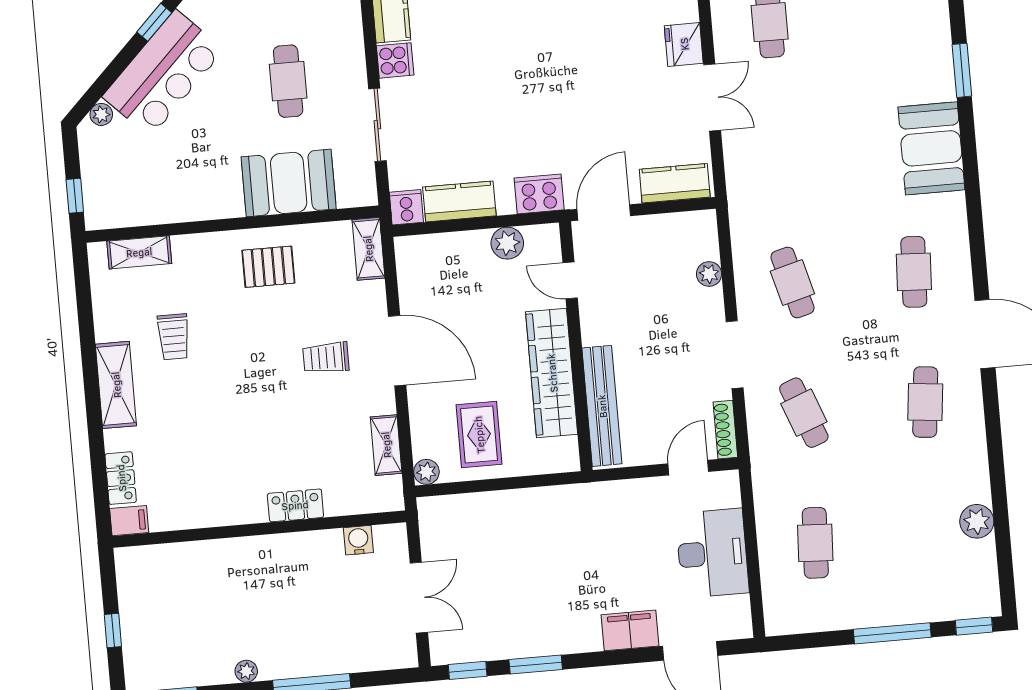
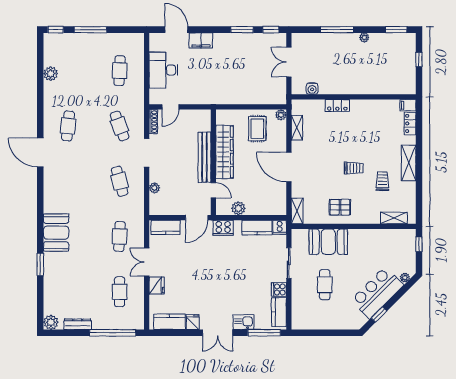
cafe table: (914, 272) -> (120, 236), moved
trolley: (326, 358) -> (354, 168), moved
bench: (602, 406) -> (205, 157), moved

